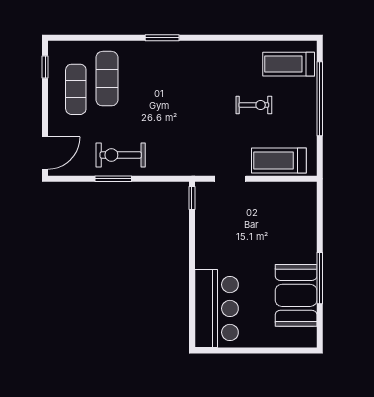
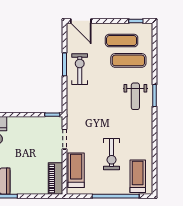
weight bench: (163, 68) -> (135, 96), added
exercise bike: (254, 105) -> (112, 154), width x1.38, depth x1.39
piano: (292, 193) -> (56, 178), added

